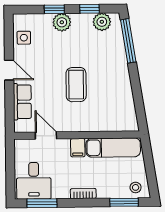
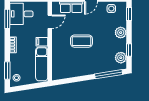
window: (54, 9) -> (129, 14), moved

